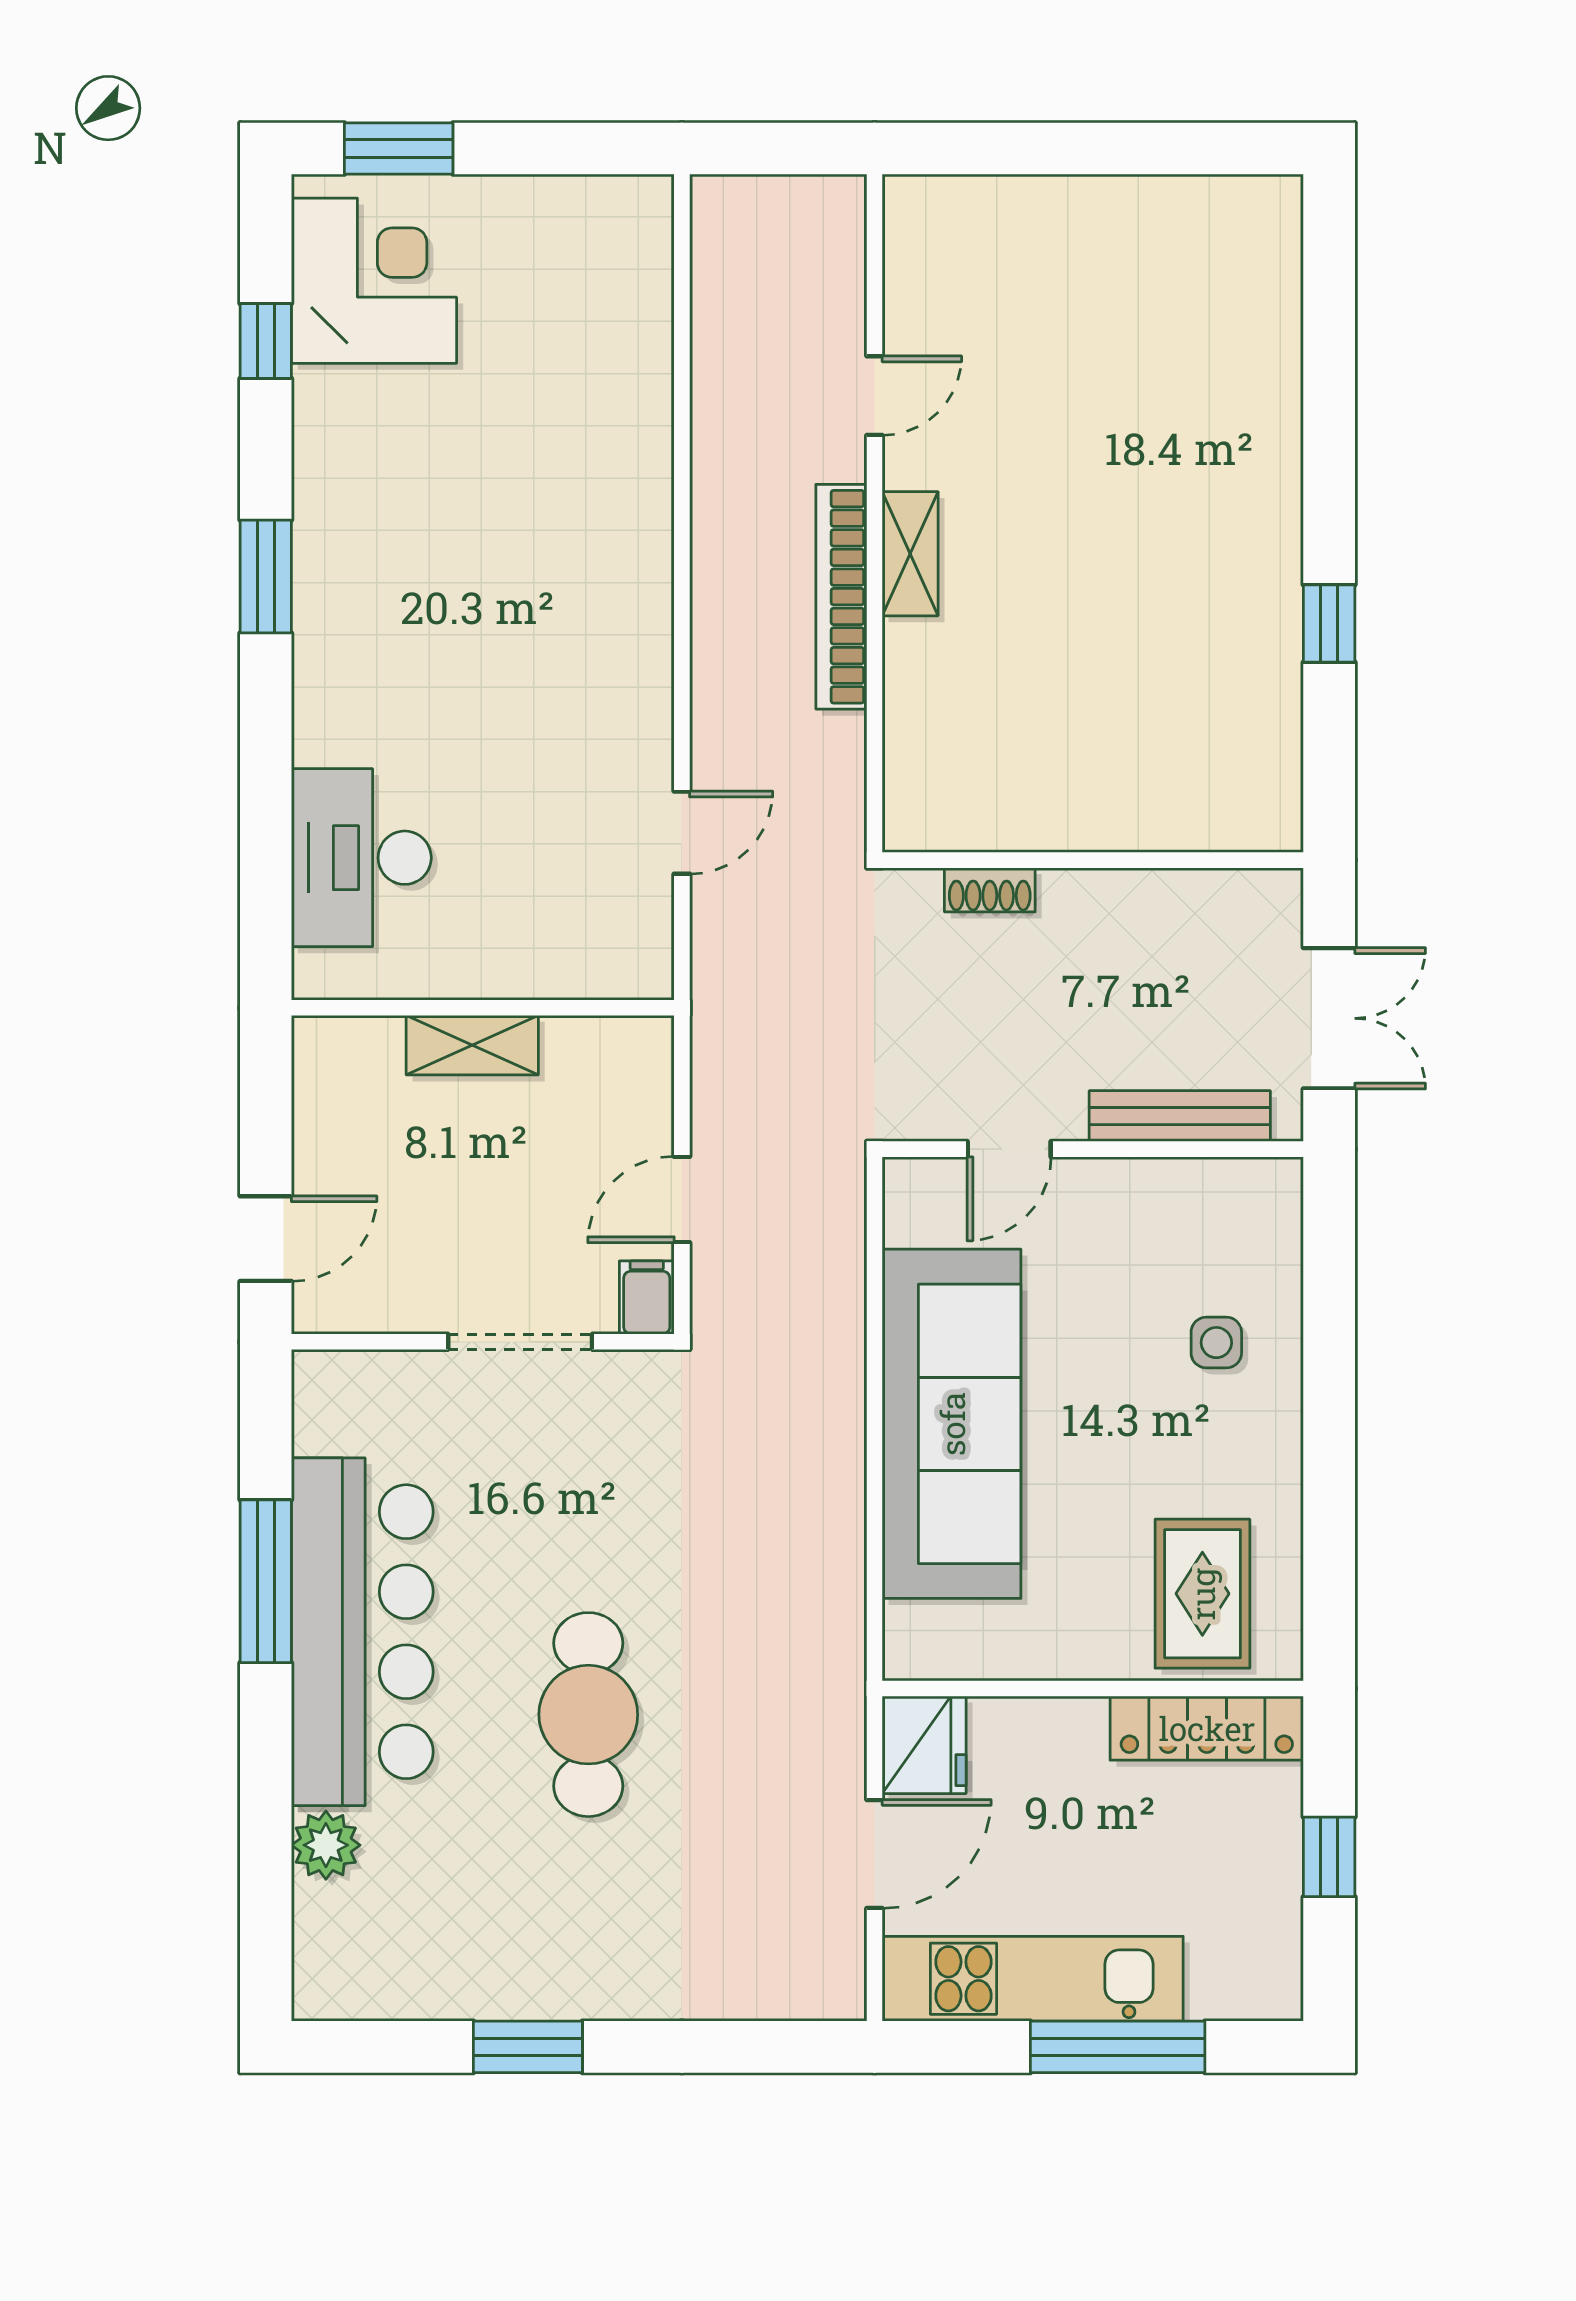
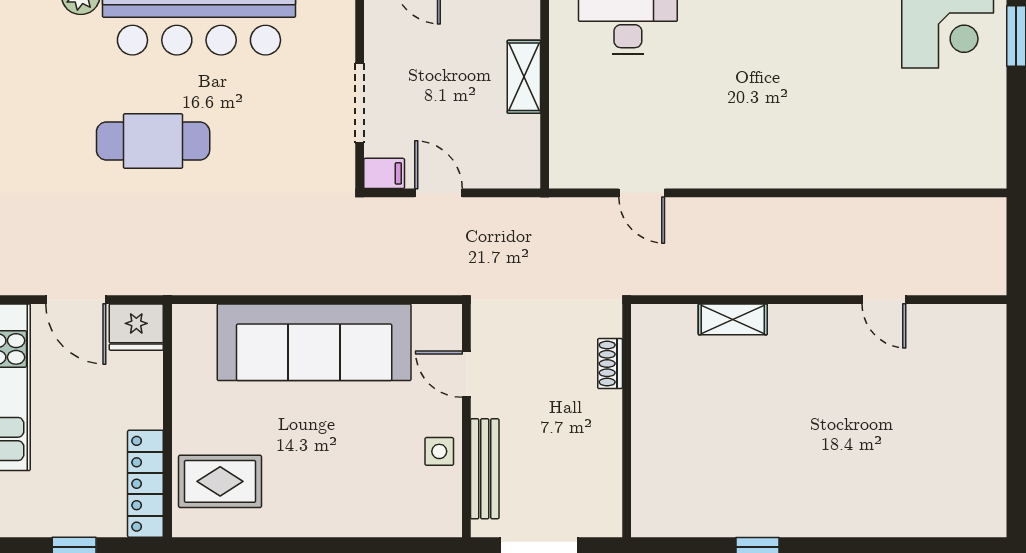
shelving: (910, 554) -> (733, 319), moved
bookcase: (841, 597) -> (772, 281), removed
side table: (1216, 1343) -> (439, 451), moved

